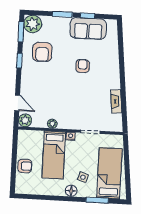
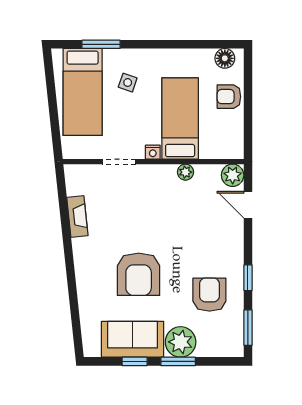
plant: (33, 24) -> (181, 342), moved
armchair: (83, 66) -> (139, 274), width x1.88, depth x1.88
floor lamp: (71, 191) -> (225, 58), moved

